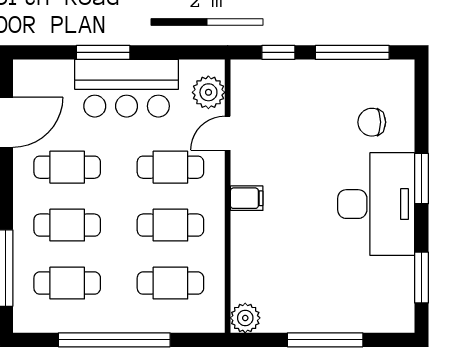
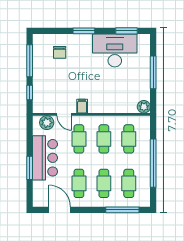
filing cabinet: (247, 198) -> (82, 106), moved
desk: (376, 204) -> (115, 50), moved

